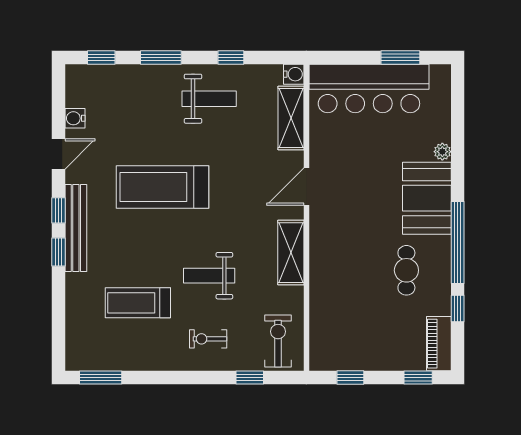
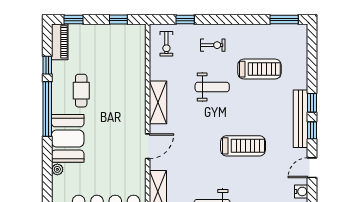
treadmill: (163, 187) -> (243, 146), width x0.73, depth x0.73
exercise bike: (278, 341) -> (166, 44), width x0.73, depth x0.72

